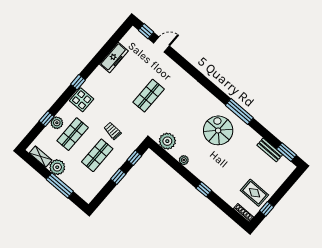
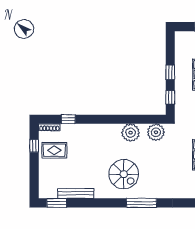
window: (239, 111) -> (142, 203), moved
bench: (270, 150) -> (76, 193), width x1.36
plant: (184, 160) -> (131, 133), width x1.87, depth x1.87
window: (204, 189) -> (68, 119), moved

